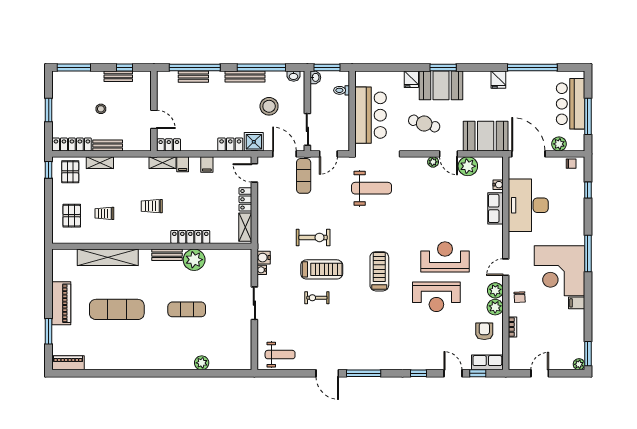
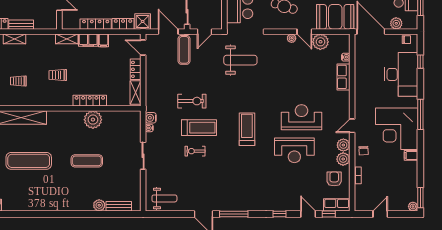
locker: (169, 145) -> (96, 24), moved, width x1.53
filing cabinet: (183, 164) -> (88, 40), width x2.00
desk: (528, 205) -> (401, 74), moved, turned 180
bench: (167, 255) -> (119, 206), moved

